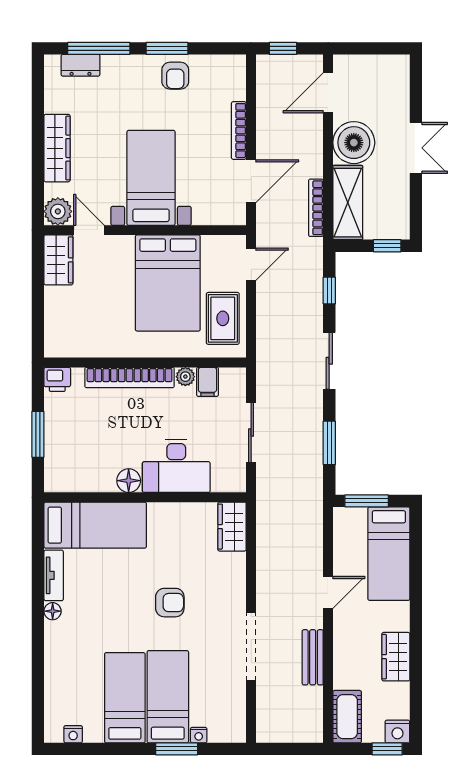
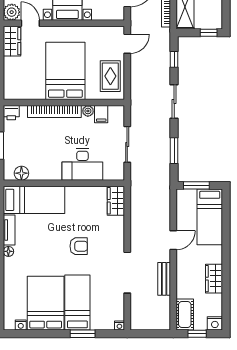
bed: (168, 283) -> (65, 71), moved, turned 180
floor lamp: (129, 481) -> (21, 173), moved
bed: (125, 698) -> (46, 303), width x1.50
nightstand: (199, 735) -> (119, 326), moved
window: (387, 749) -> (197, 334), moved

